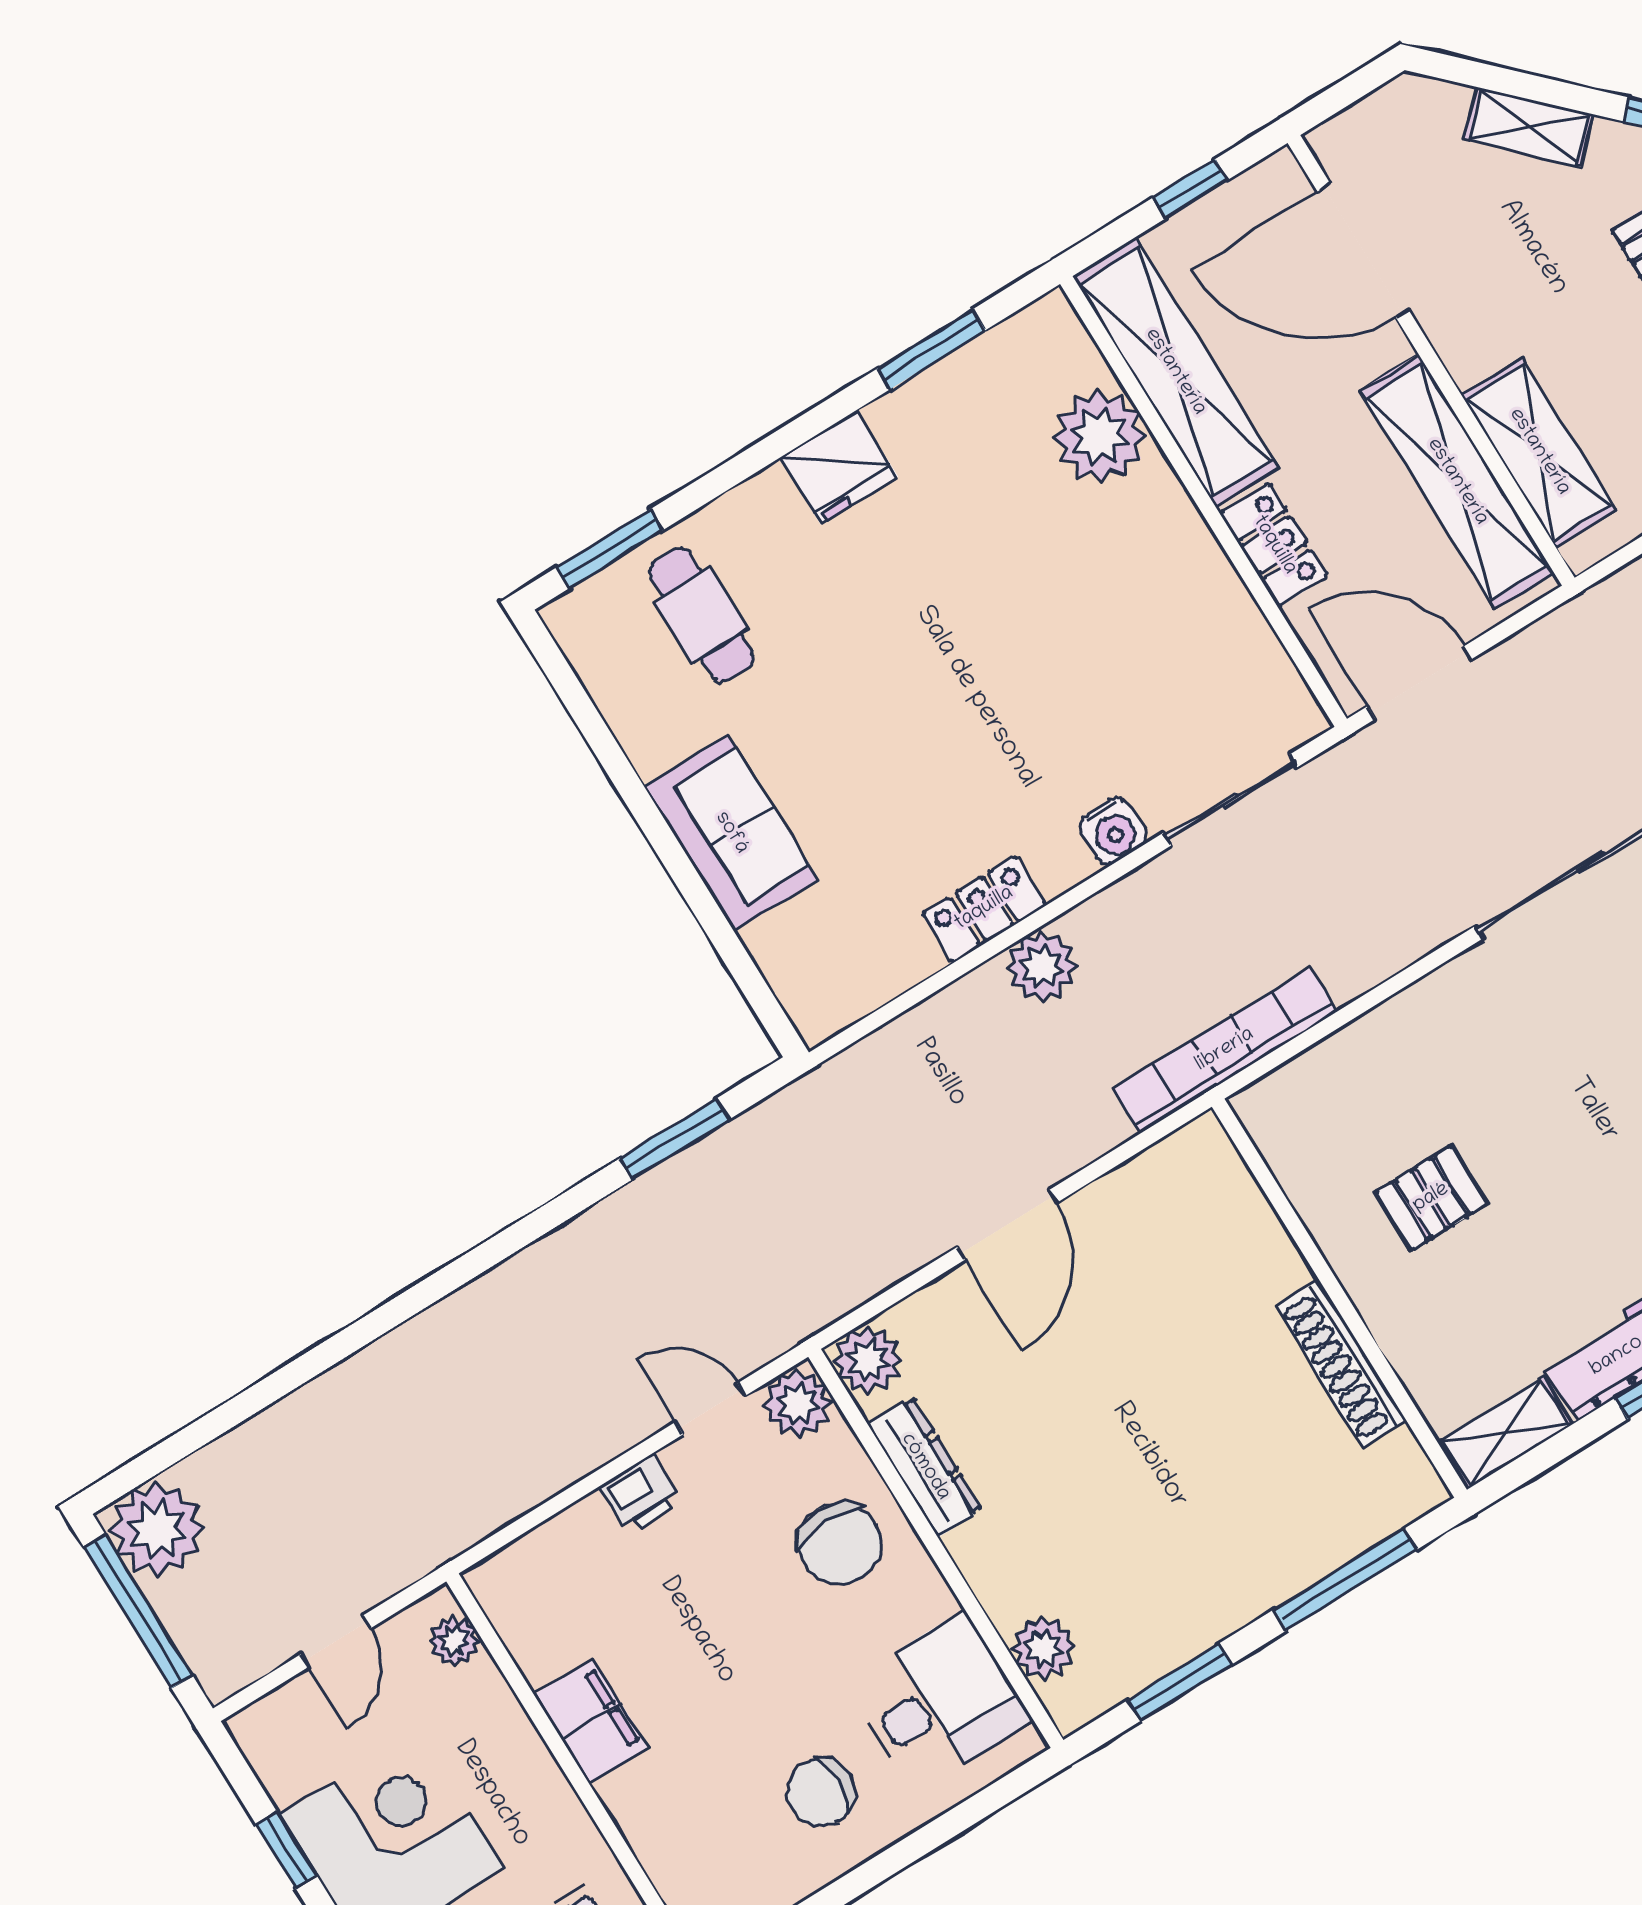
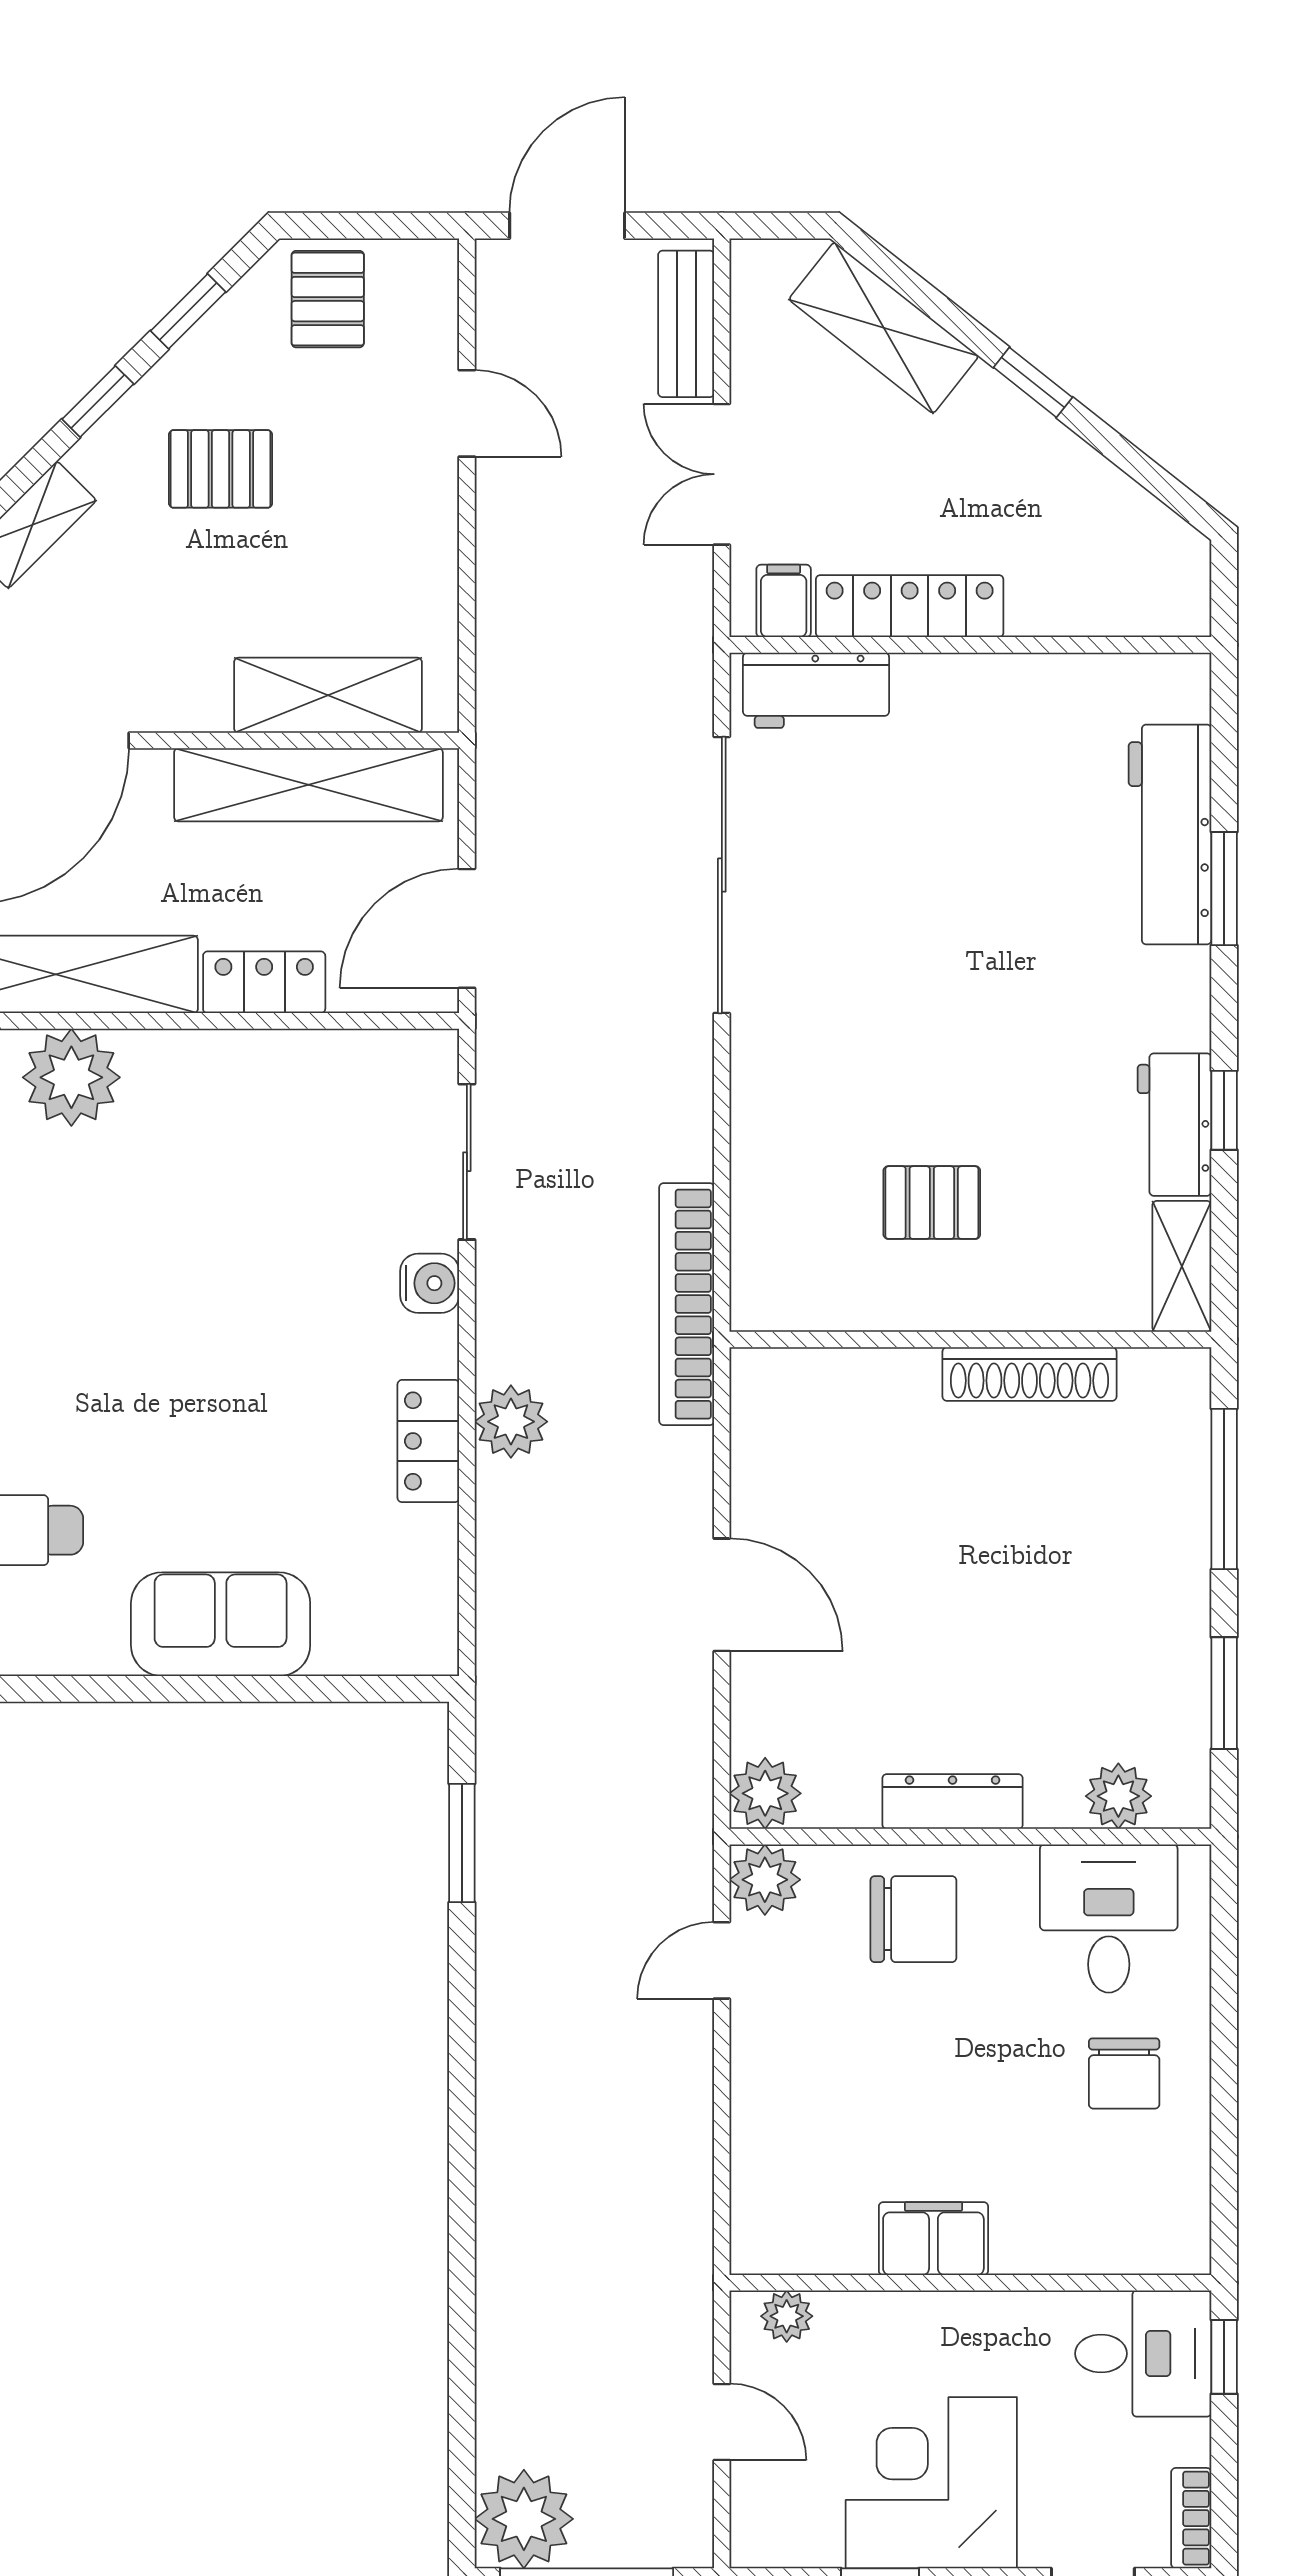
pallet: (1431, 1198) -> (932, 1203), turned 90
dresser: (925, 1467) -> (953, 1802), moved
printer: (641, 1494) -> (760, 2069), removed

